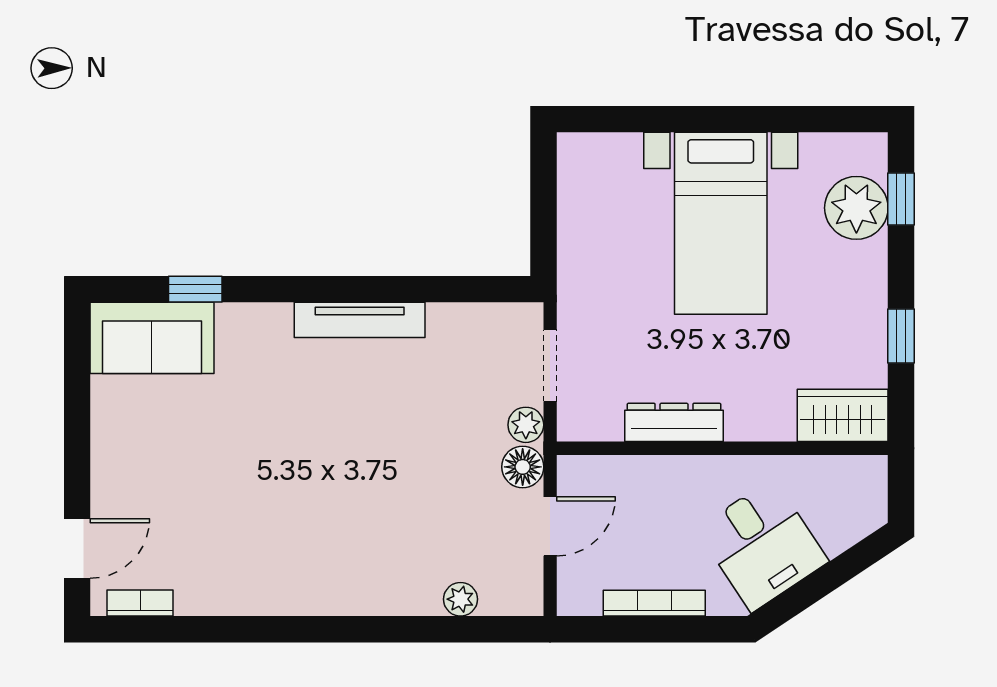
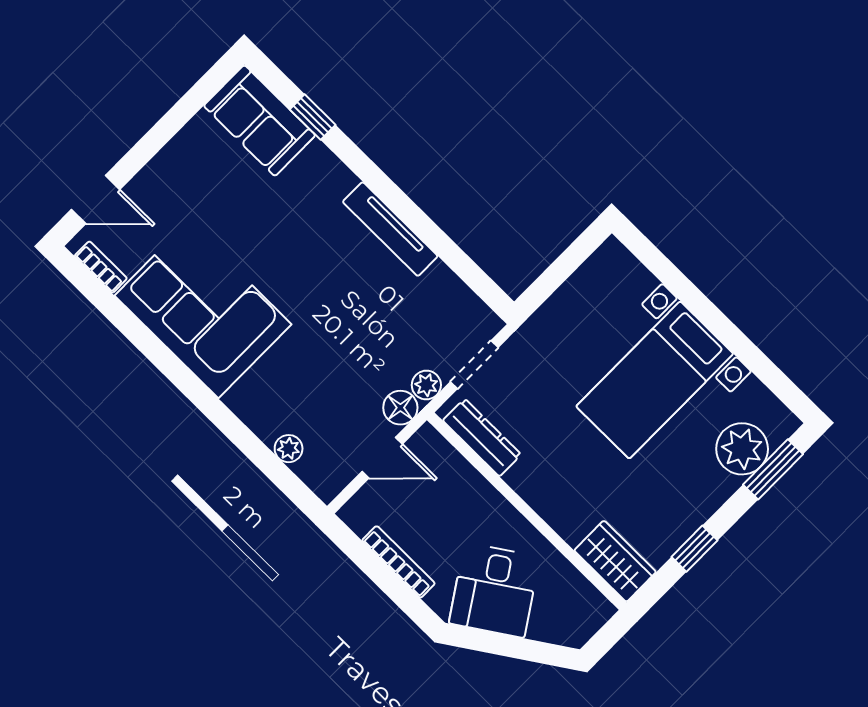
window: (901, 199) -> (773, 469), width x1.50
dresser: (674, 422) -> (482, 437), moved
corner sofa: (266, 552) -> (203, 310), added

